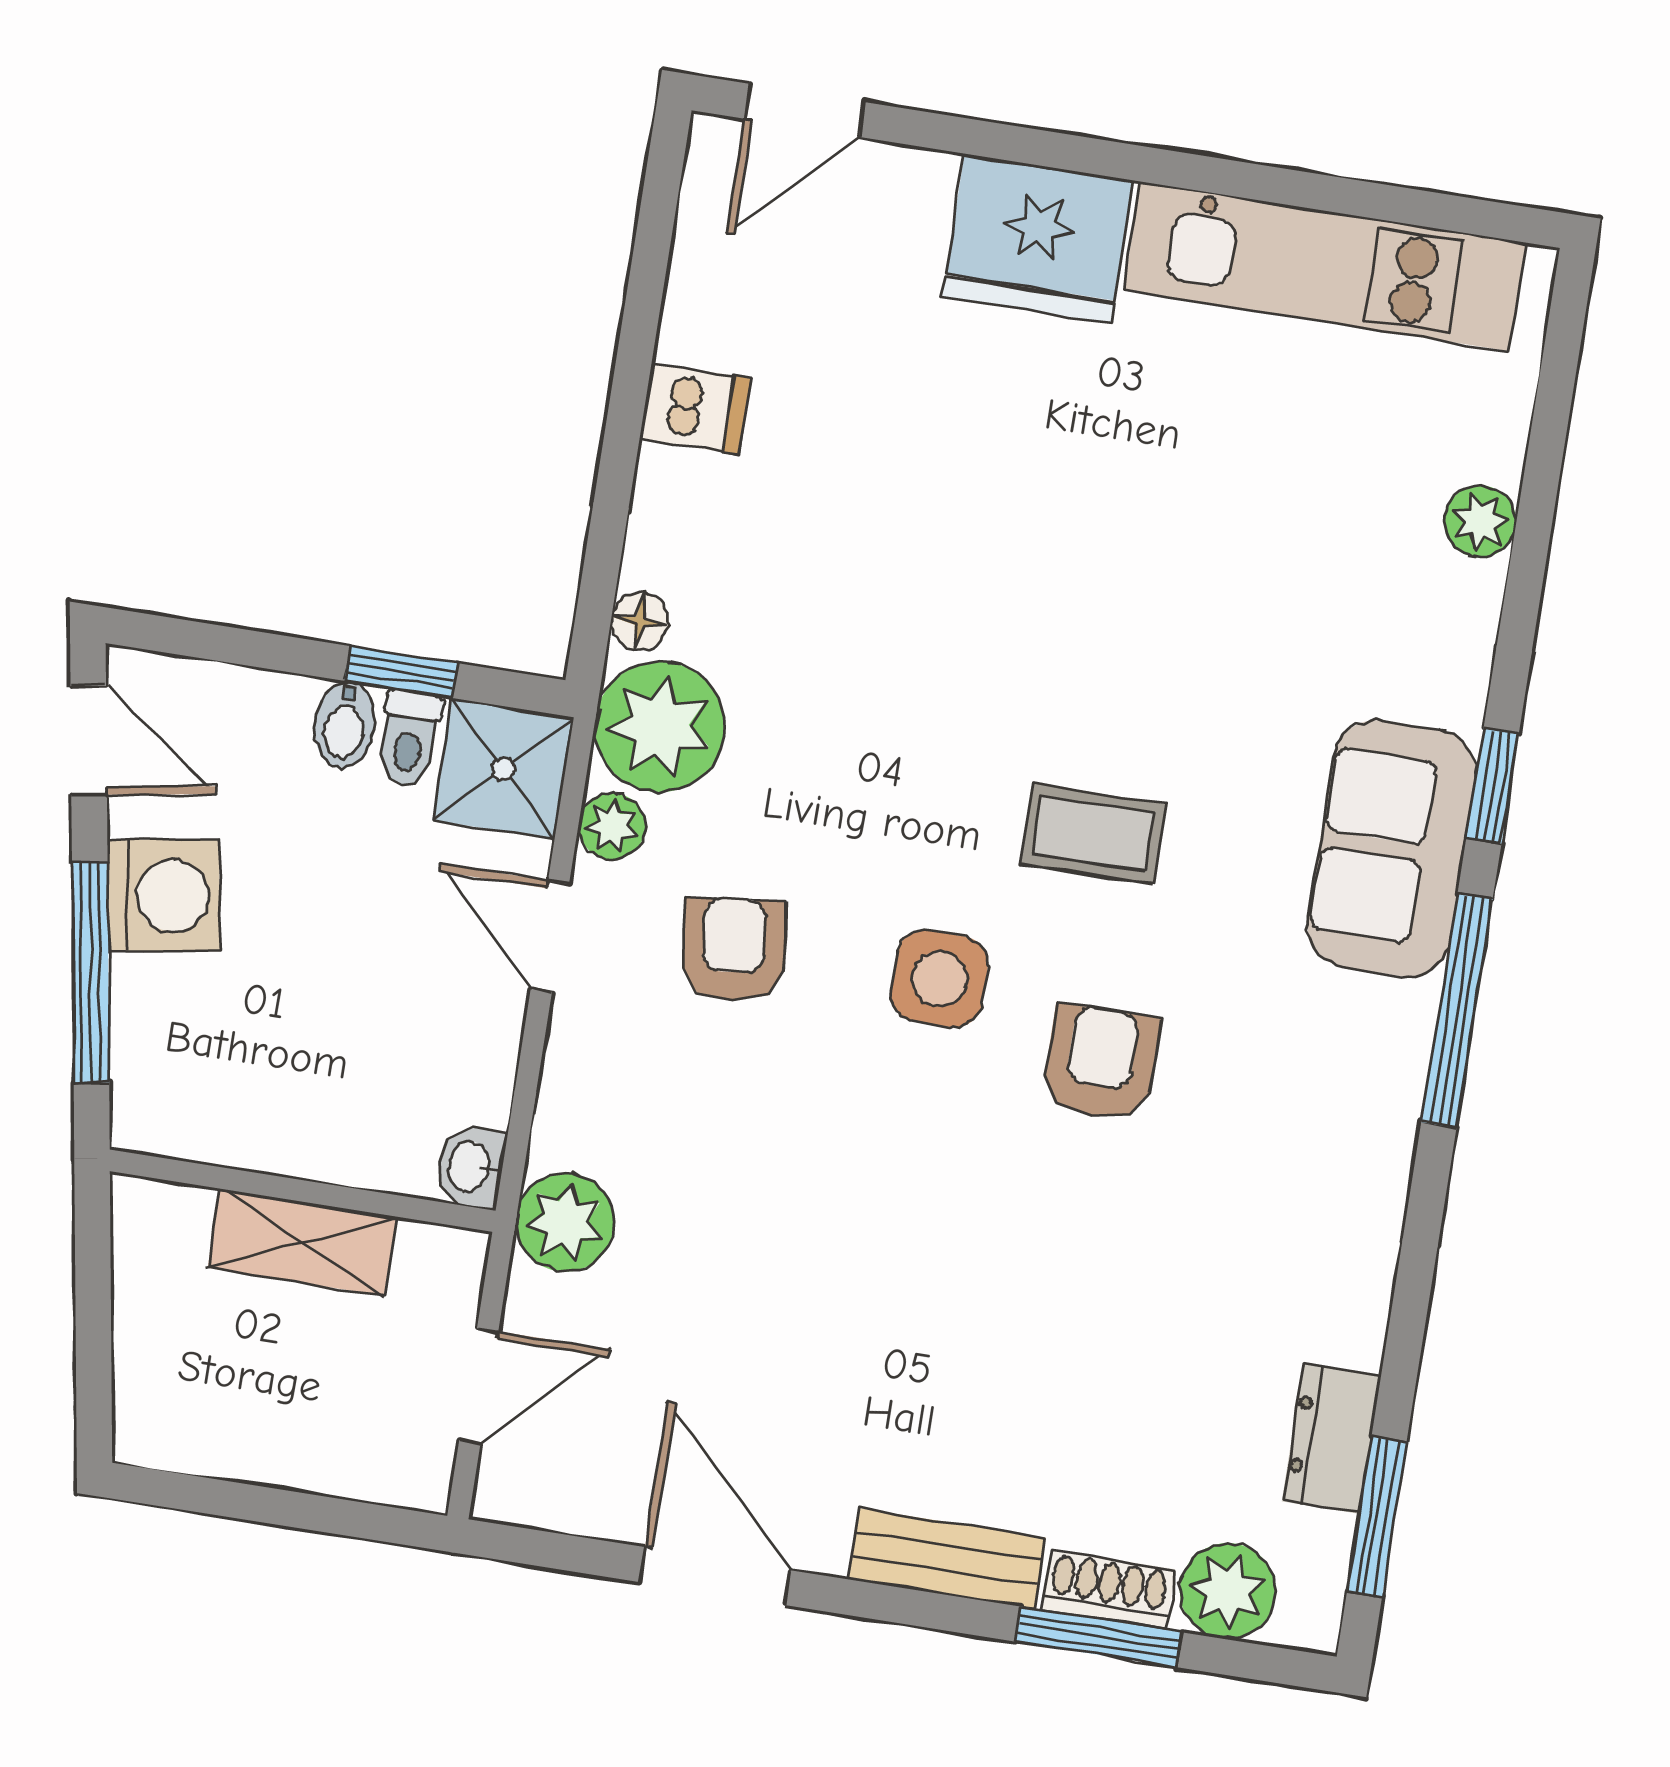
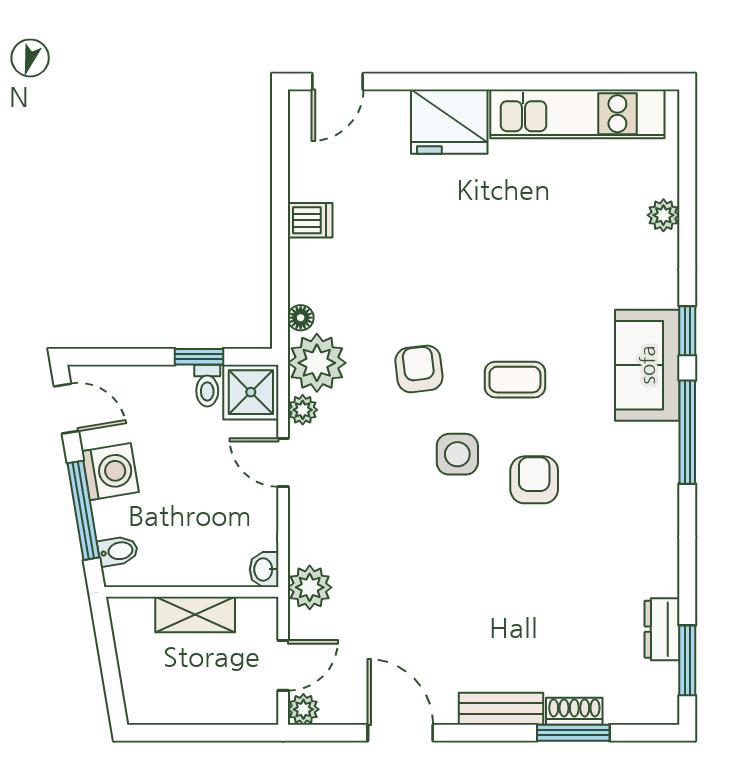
bidet: (345, 725) -> (118, 551), moved, turned -99
armchair: (734, 950) -> (419, 369), moved
plant: (1228, 1591) -> (303, 709), moved, width x0.73, depth x0.73

